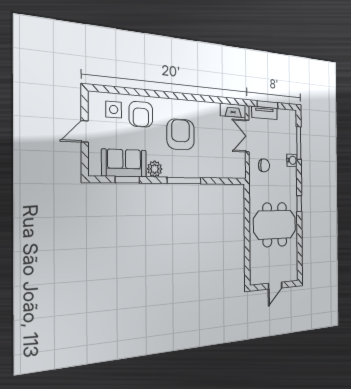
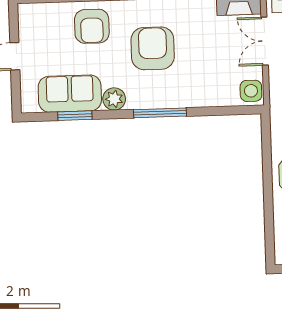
side table: (114, 110) -> (251, 91), moved

